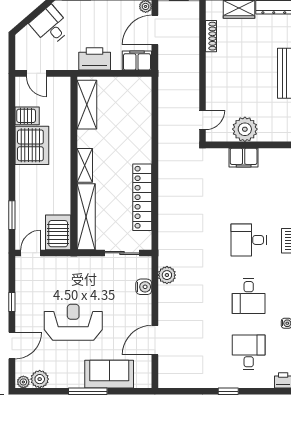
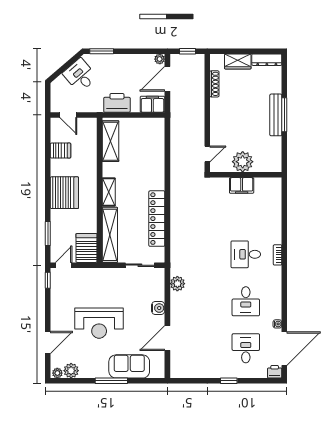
server rack: (32, 145) -> (64, 193), moved
water cooler: (144, 287) -> (158, 308), moved
window: (12, 302) -> (48, 280), moved
reception desk: (73, 322) -> (99, 323), turned 180

